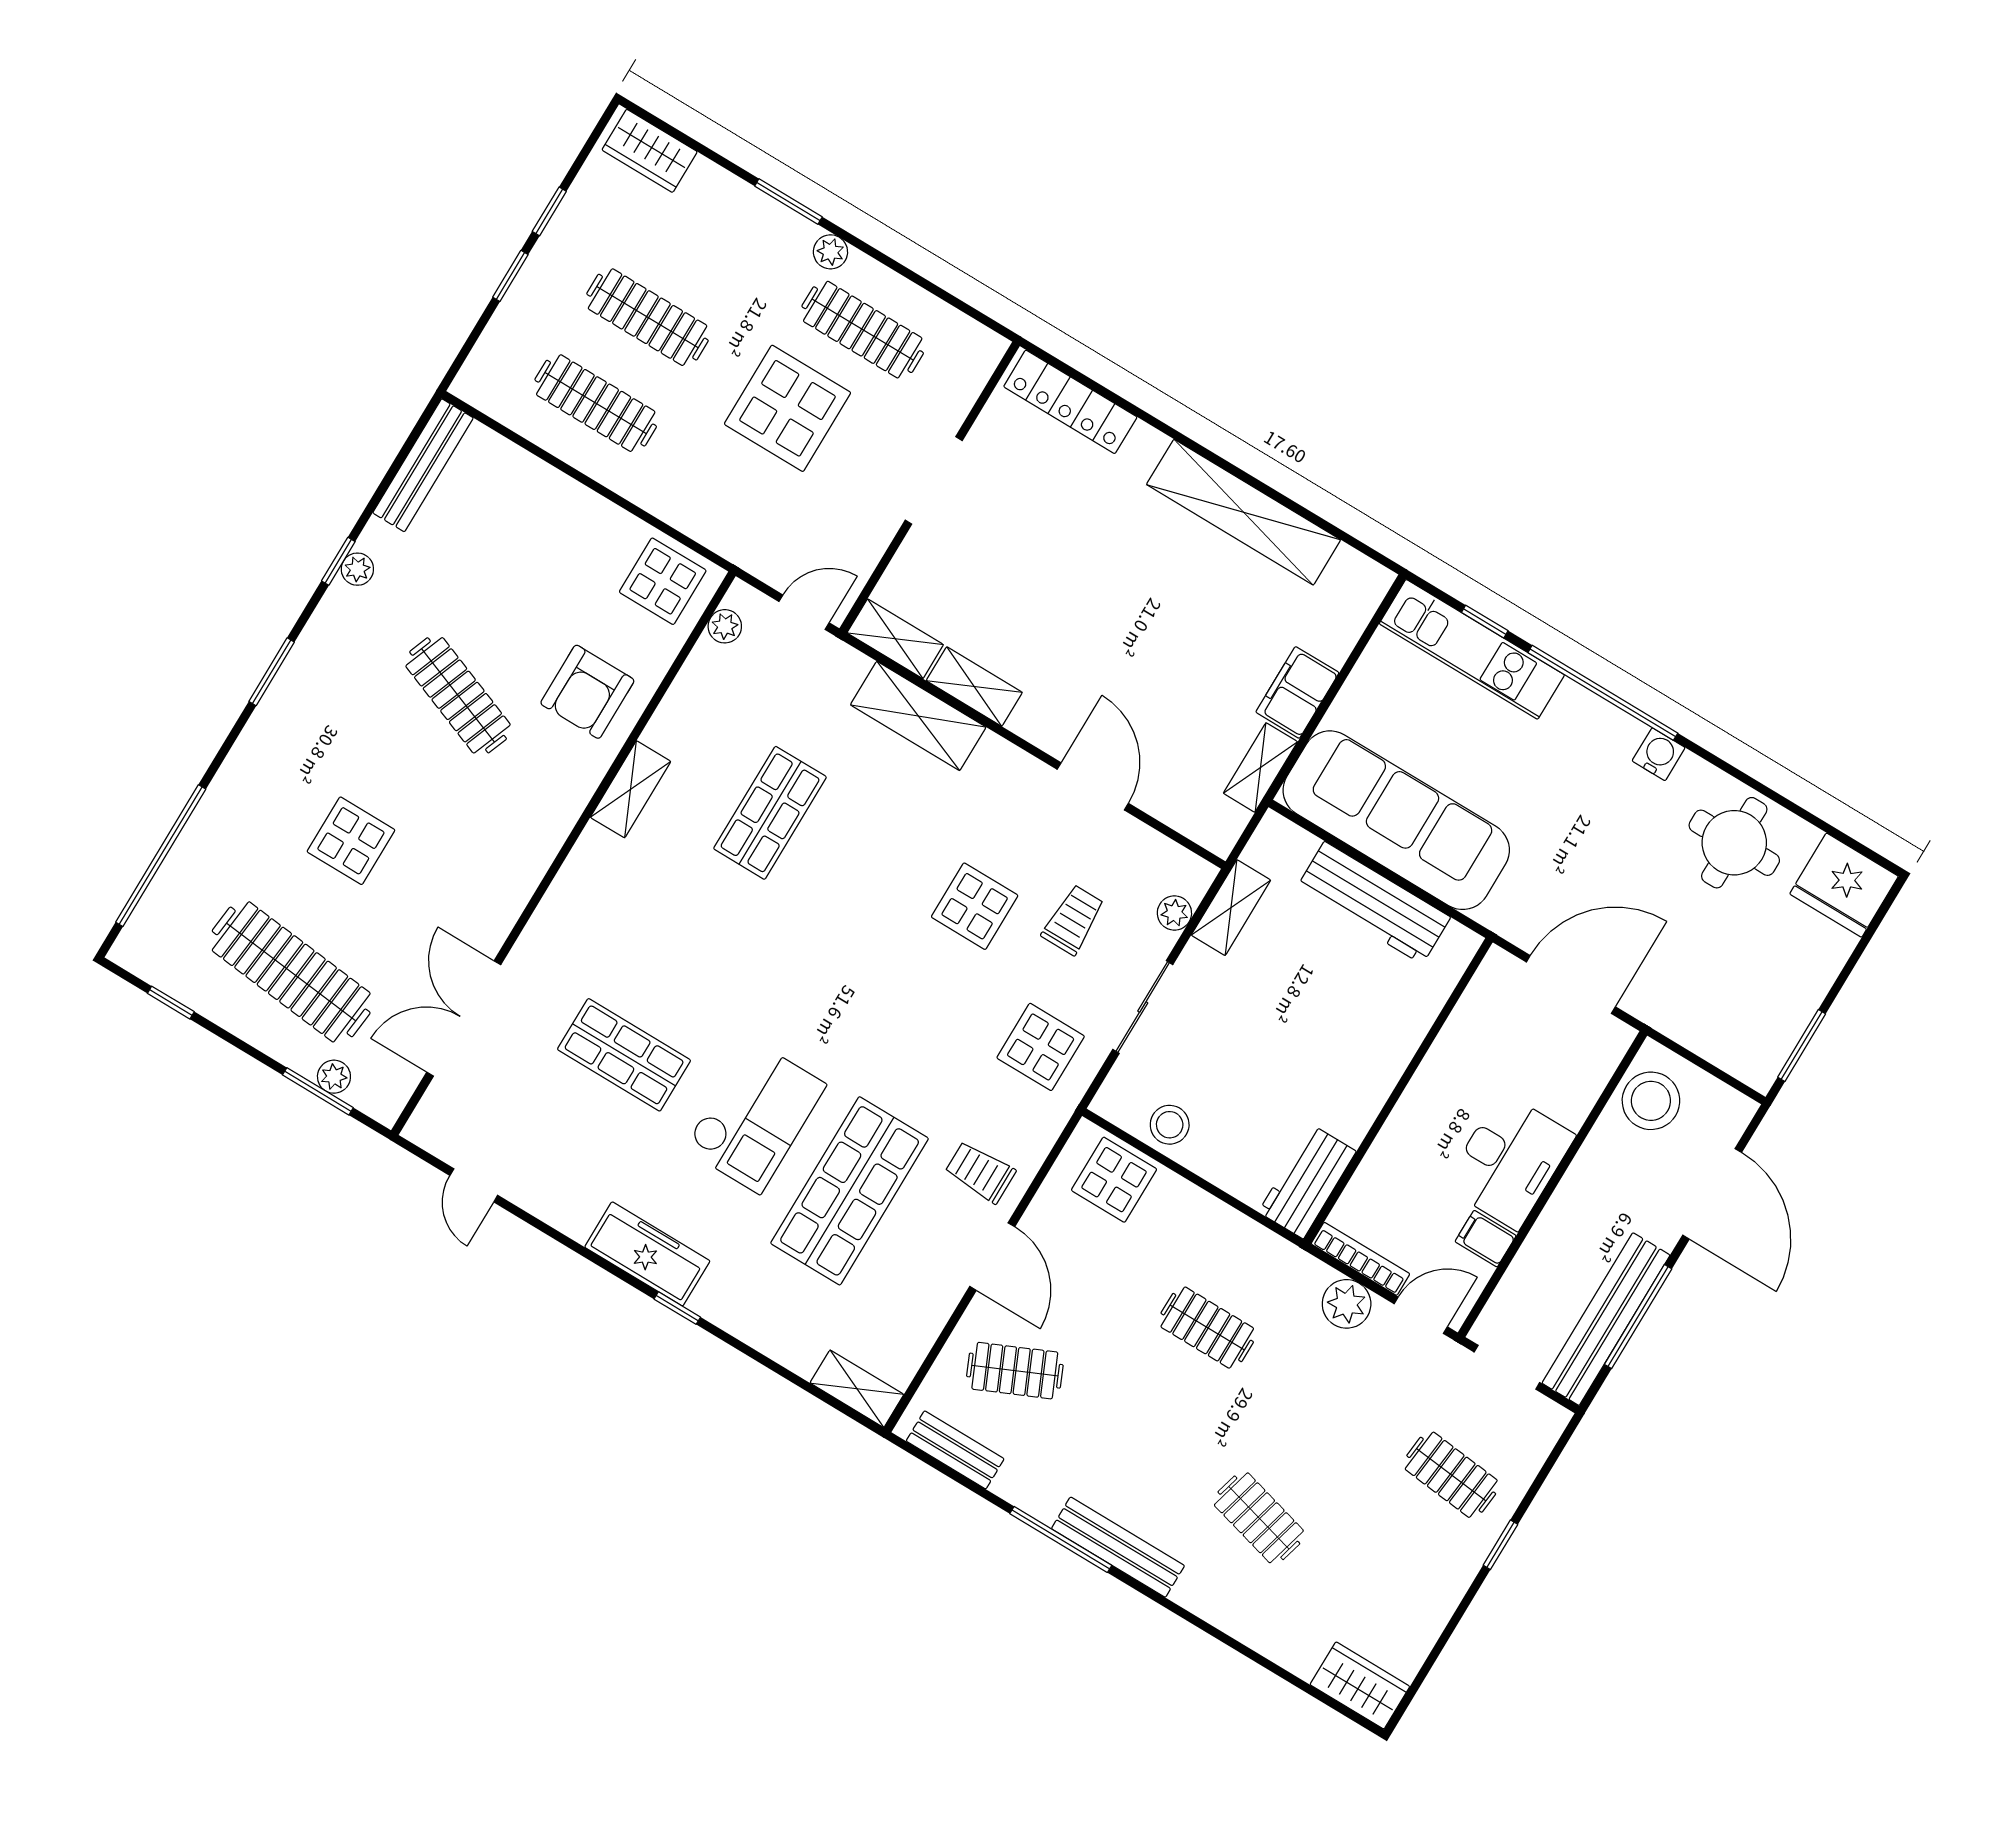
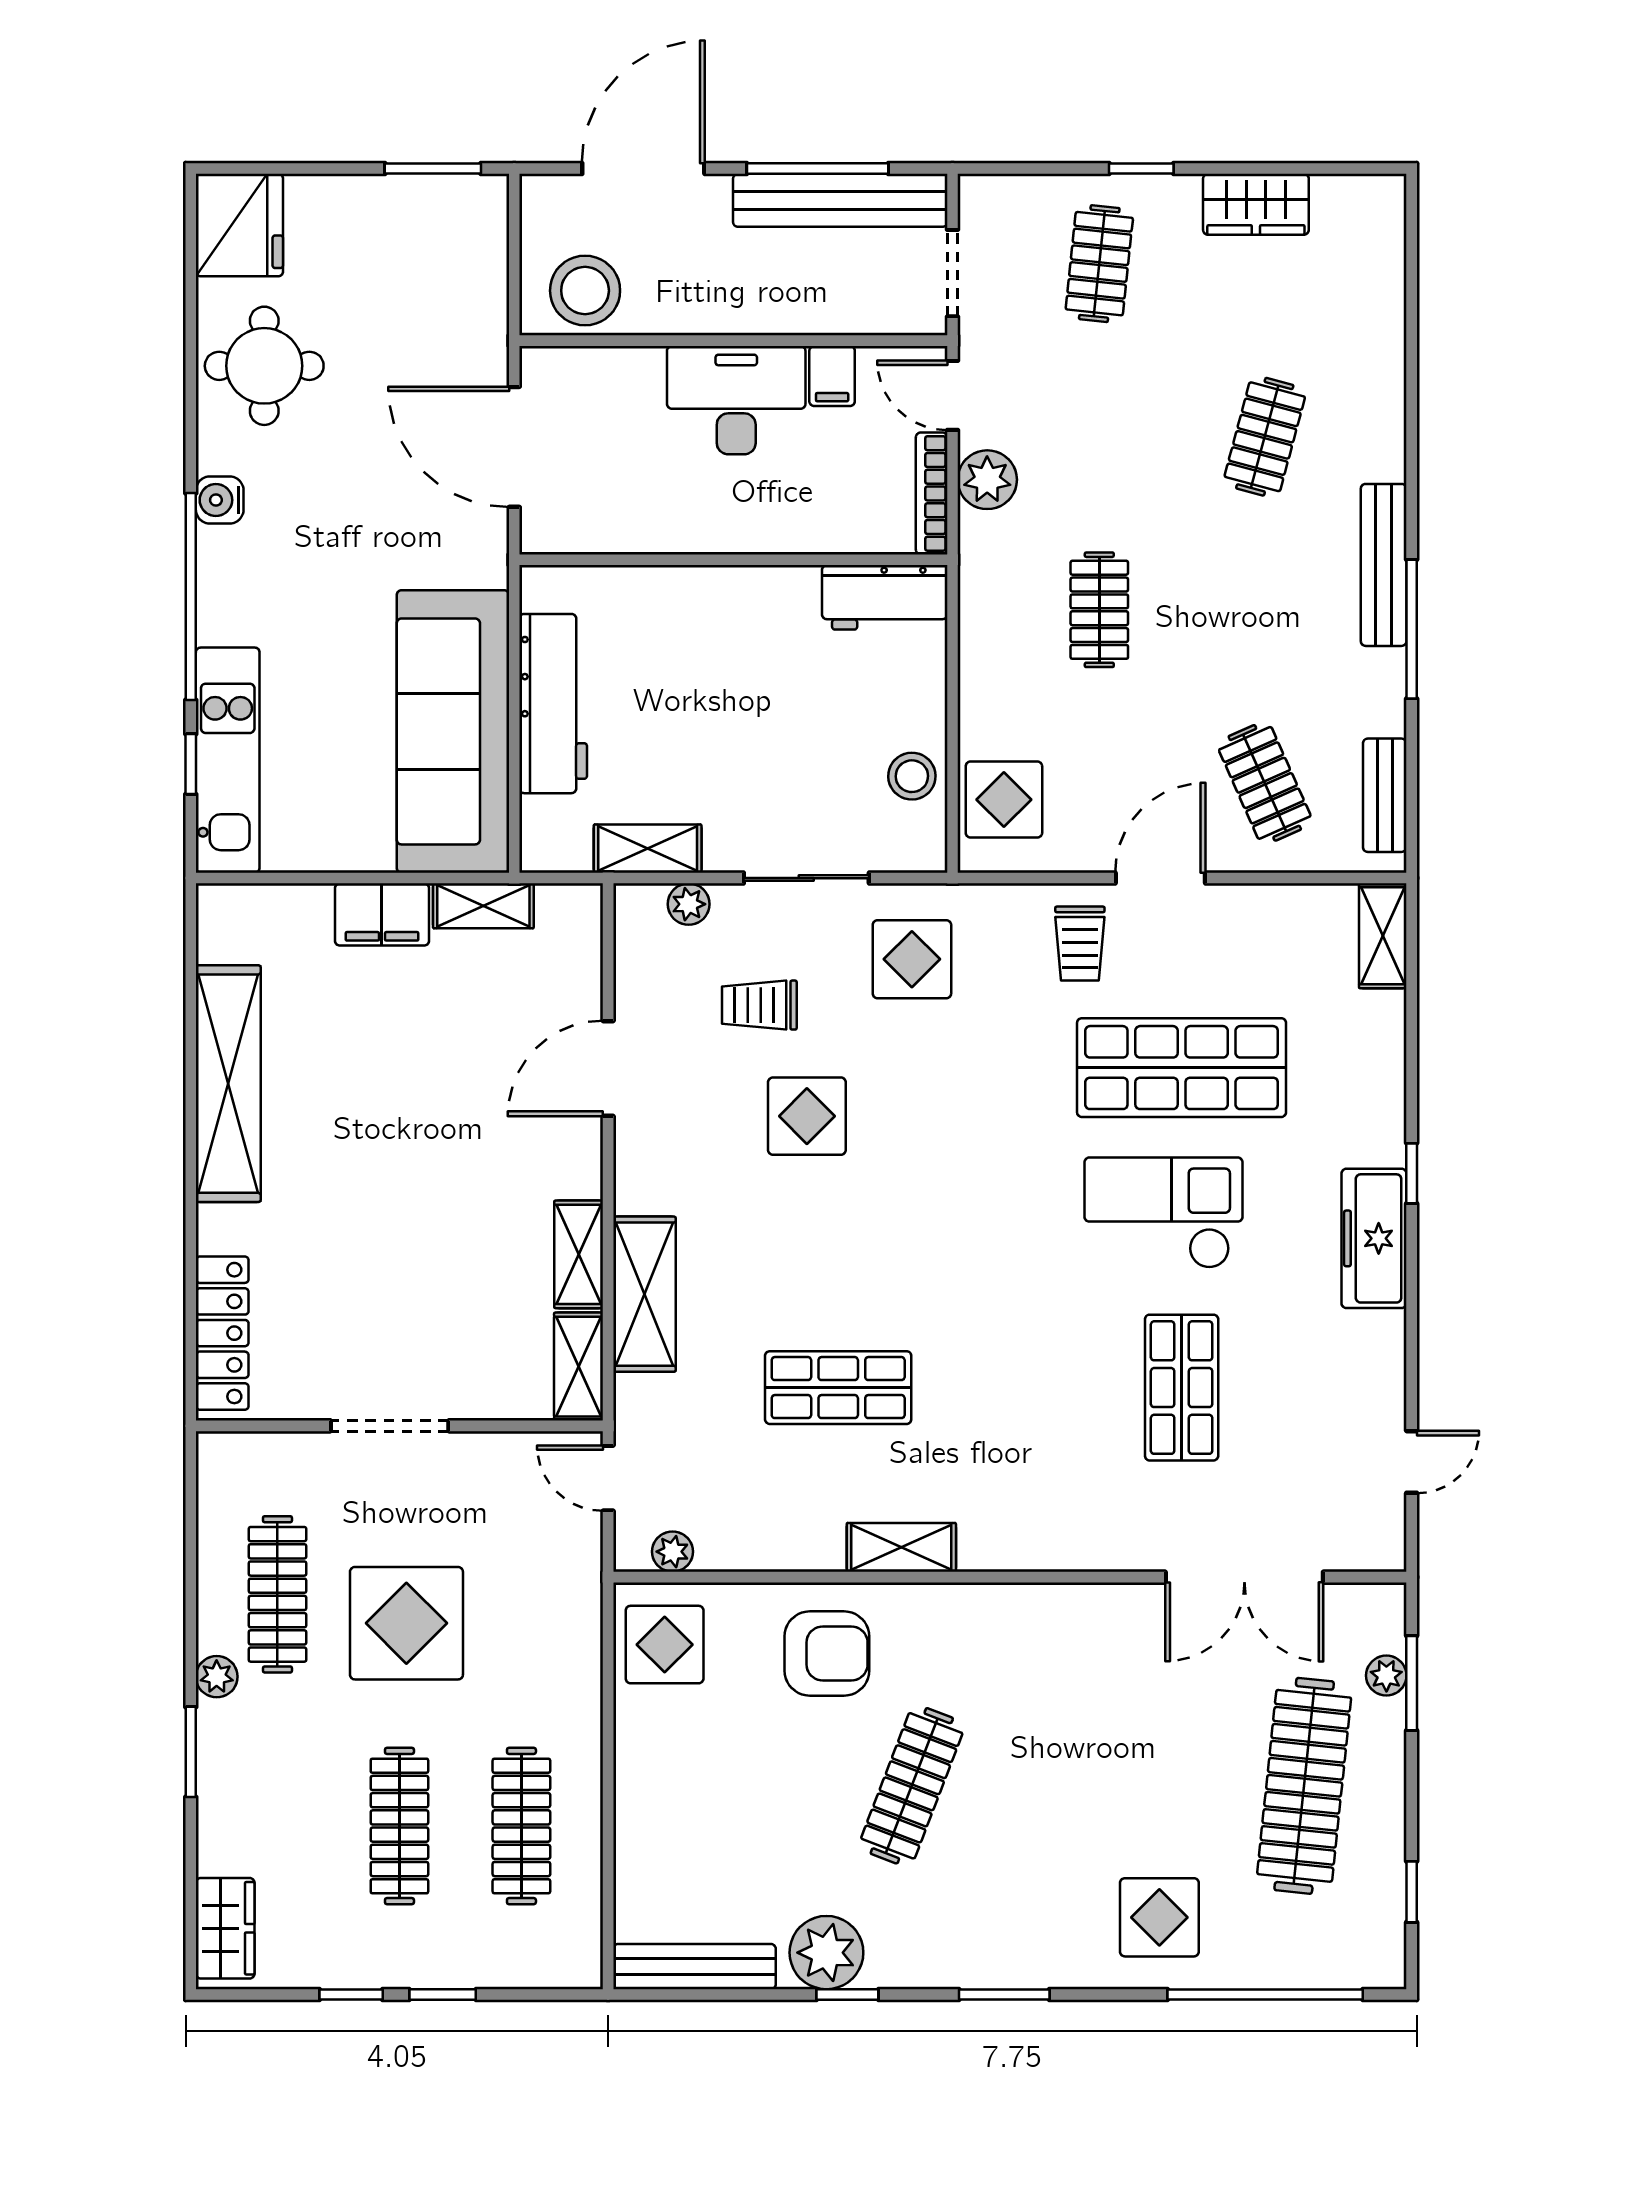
plant: (357, 569) -> (826, 1953), width x1.87, depth x1.87
display table: (351, 841) -> (1159, 1917), moved
wardrobe: (1360, 1685) -> (1256, 204), moved, turned -90

